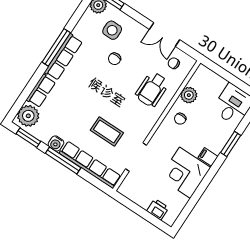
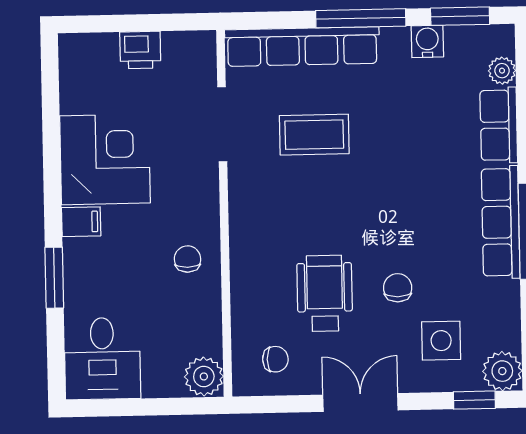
double door: (164, 35) -> (360, 402), moved
wheelchair: (152, 89) -> (325, 293), moved
plant: (189, 95) -> (204, 377), moved
plant: (28, 116) -> (502, 71), width x0.53, depth x0.53
water cooler: (56, 143) -> (427, 41), moved
printer: (158, 209) -> (140, 50), moved

